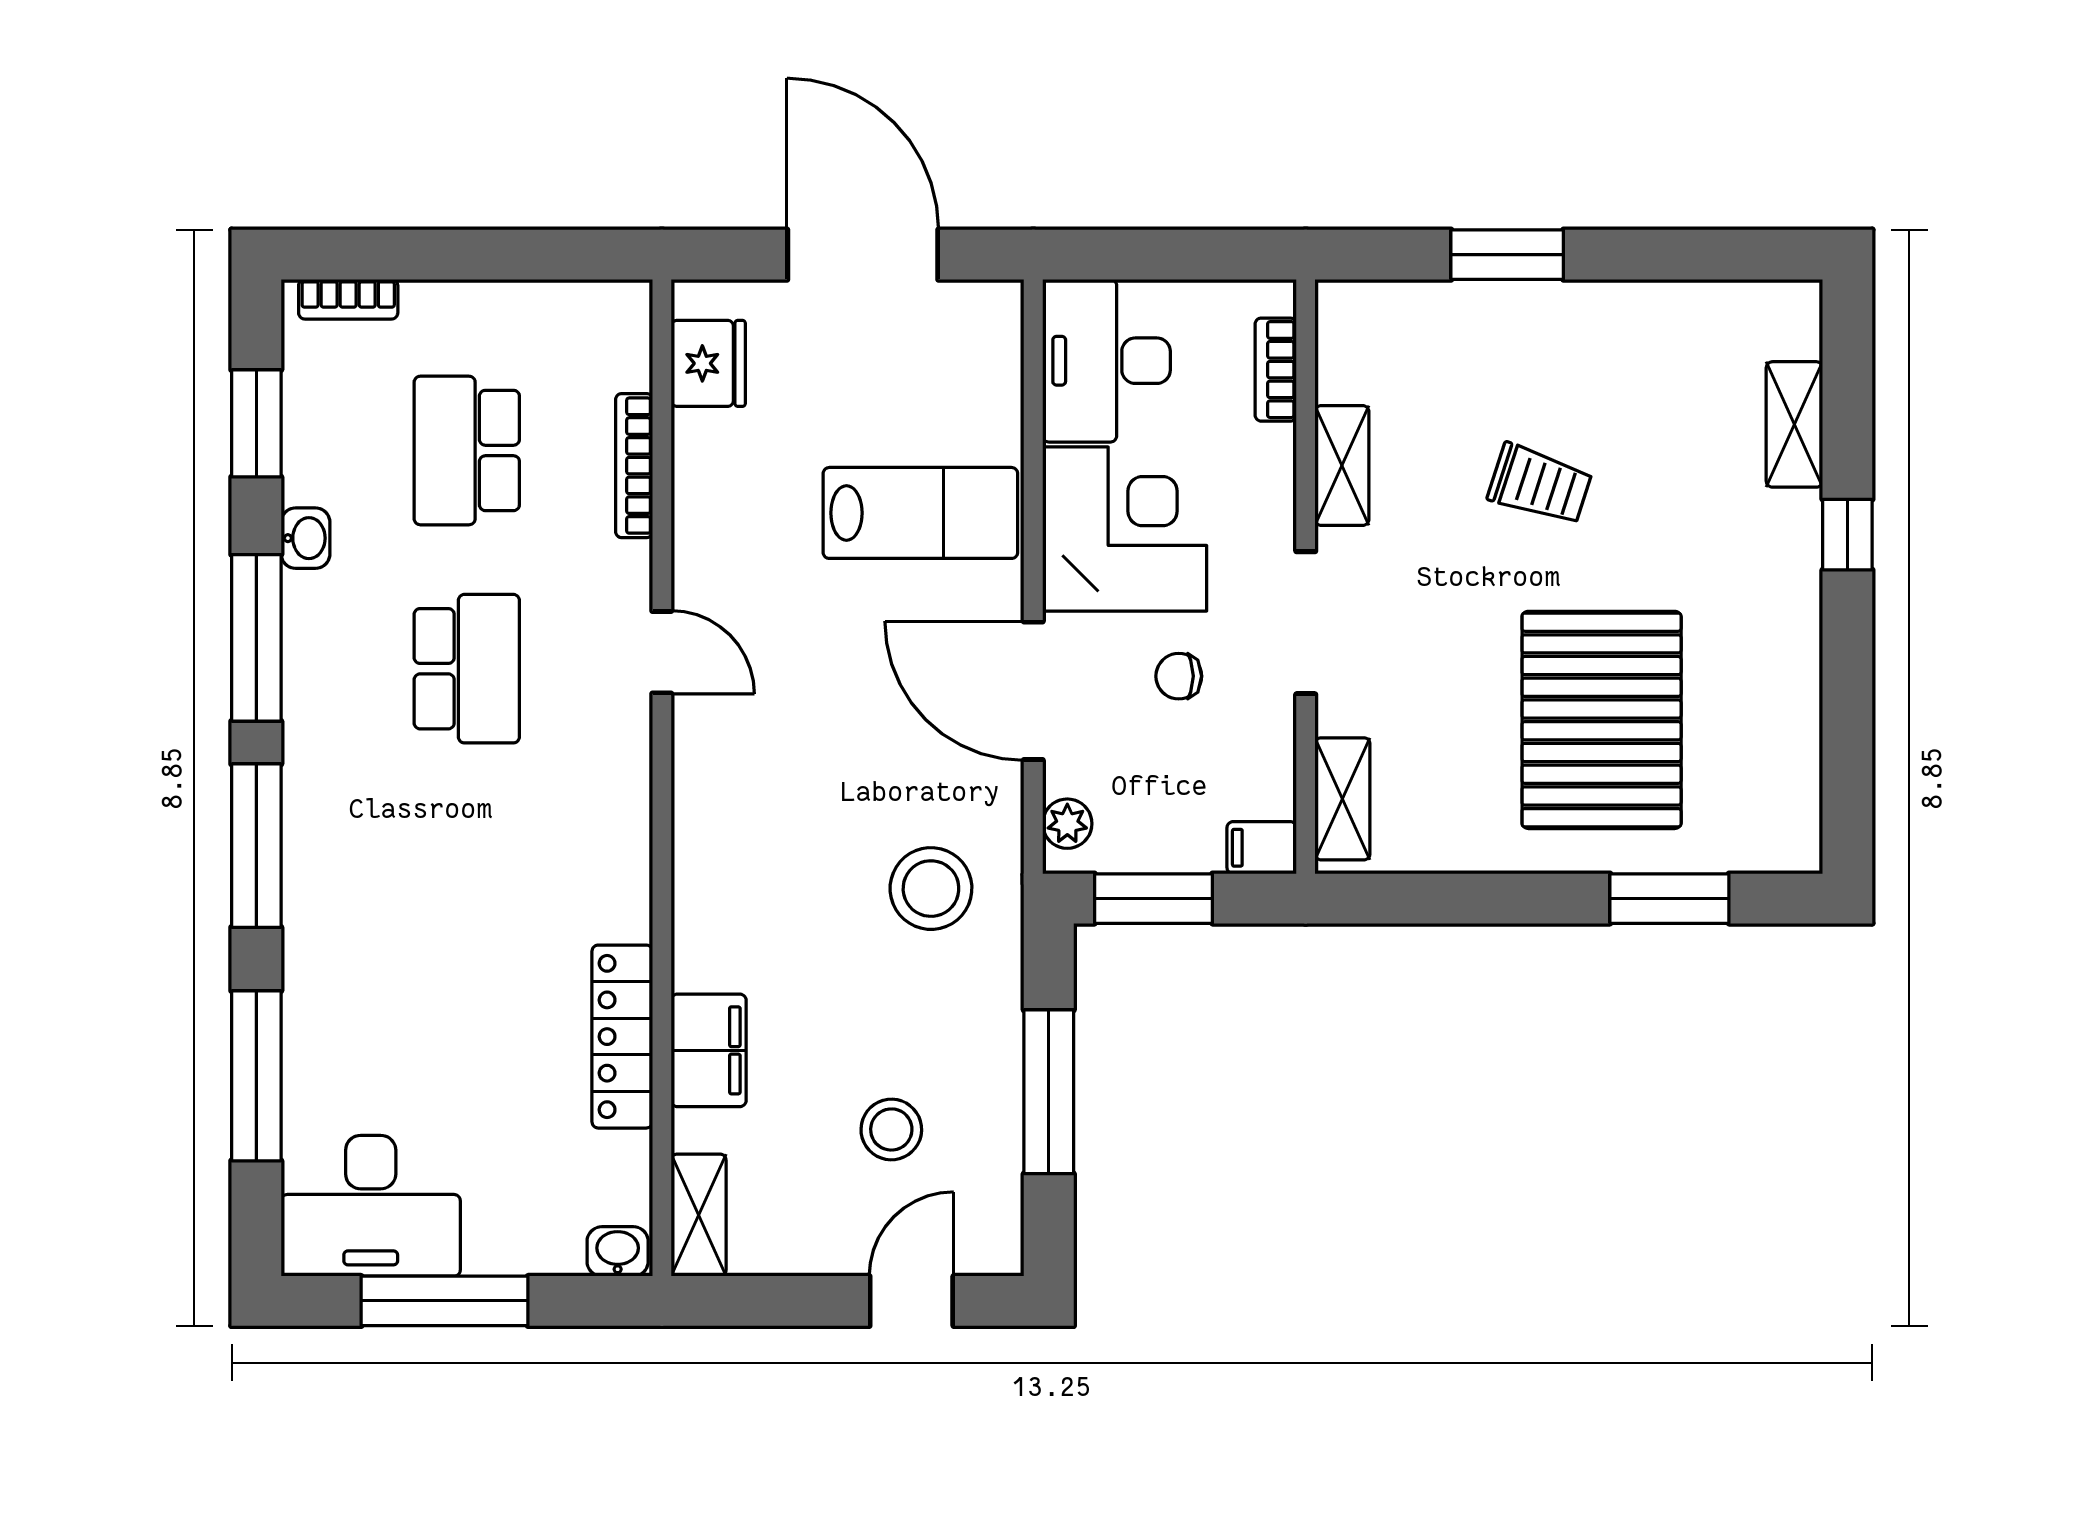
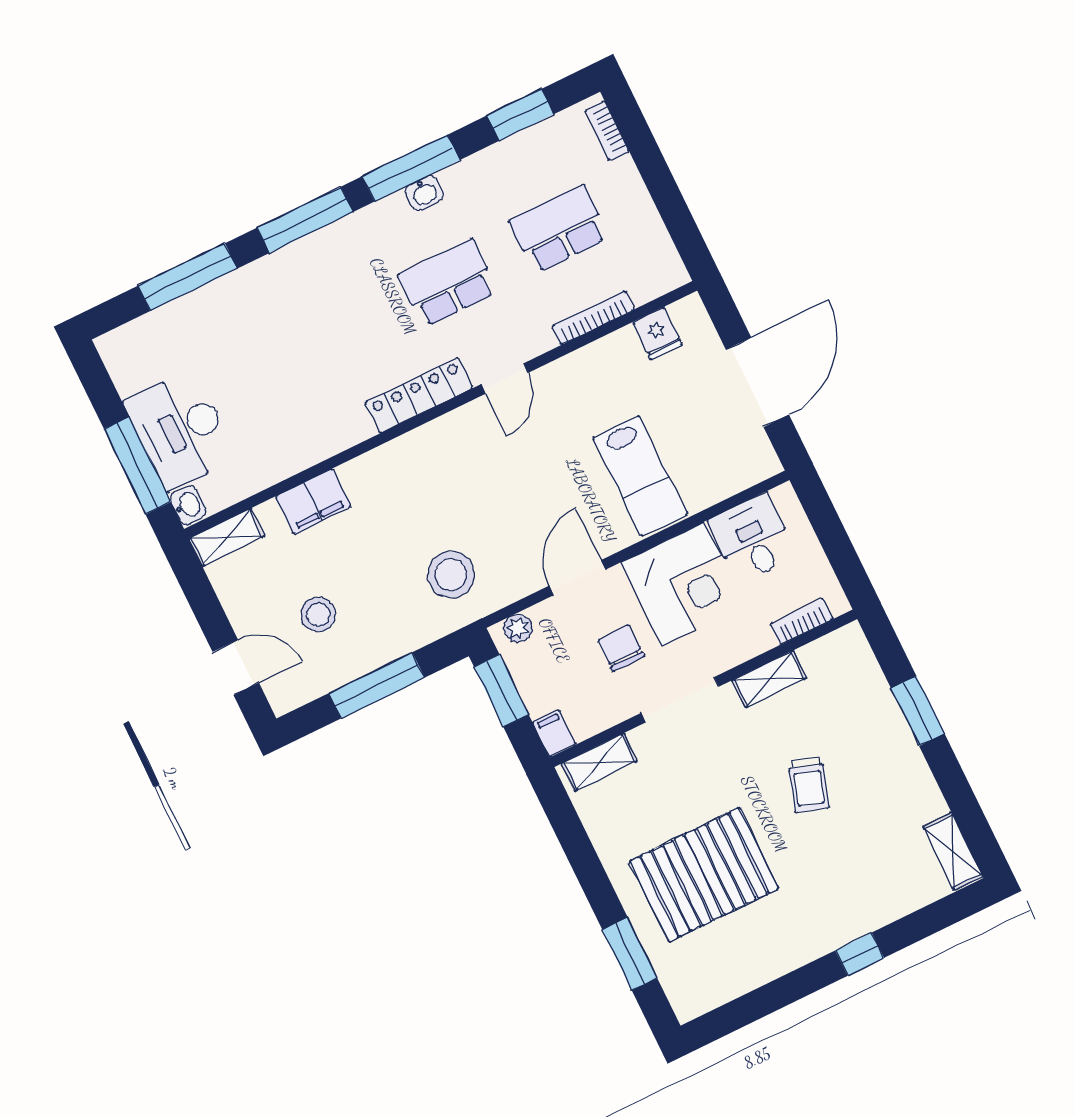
desk: (1106, 361) -> (753, 538), width x0.73
fridge: (708, 363) -> (657, 333), width x0.72
shelving: (1794, 424) -> (953, 851), moved, turned 90
washbasin: (306, 538) -> (424, 193), moved
school desk: (467, 669) -> (448, 283), turned 180
chair: (1179, 676) -> (621, 648), width x1.37, depth x1.37
door: (1033, 691) -> (577, 578), width x0.73
locker: (622, 1037) -> (419, 395), moved
desk: (371, 1206) -> (180, 430), moved
window: (445, 1301) -> (137, 466), moved

